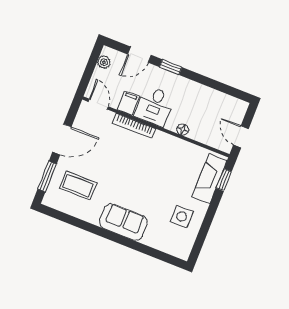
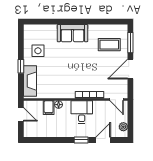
filing cabinet: (128, 103) -> (49, 108), moved
window: (224, 180) -> (21, 66), moved

